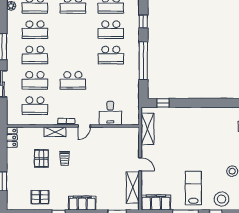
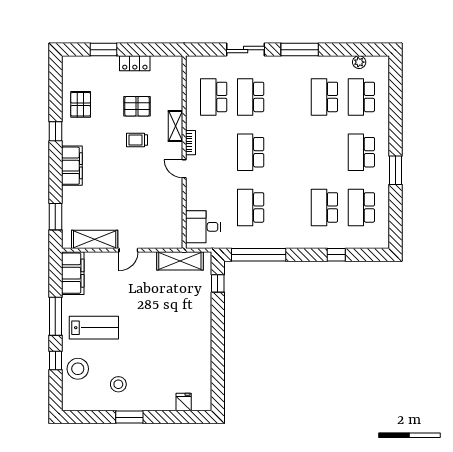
school desk: (35, 55) -> (288, 97), removed
school desk: (111, 55) -> (251, 207), moved
window: (143, 61) -> (259, 255), moved
desk: (110, 113) -> (203, 227), moved
locker: (12, 137) -> (135, 63), moved

